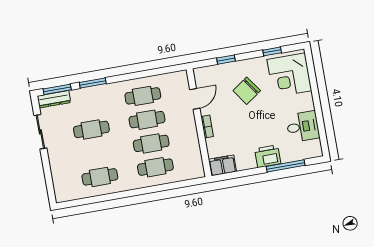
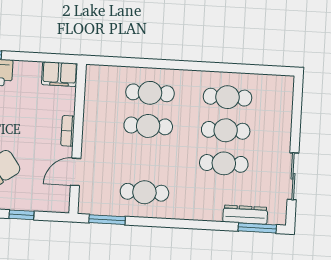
window: (93, 83) -> (107, 220), moved
dresser: (54, 99) -> (245, 215), moved
cafe table: (147, 120) -> (226, 130), moved

